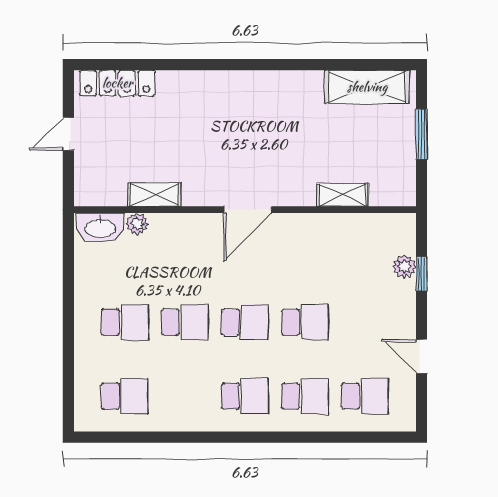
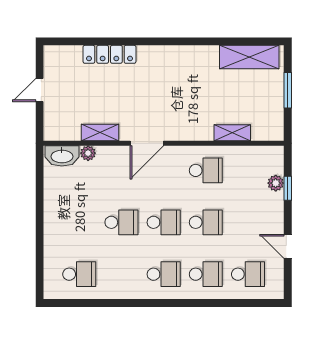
locker: (117, 83) -> (109, 54), moved
door: (248, 210) -> (147, 143), moved
school desk: (125, 322) -> (206, 170), moved

